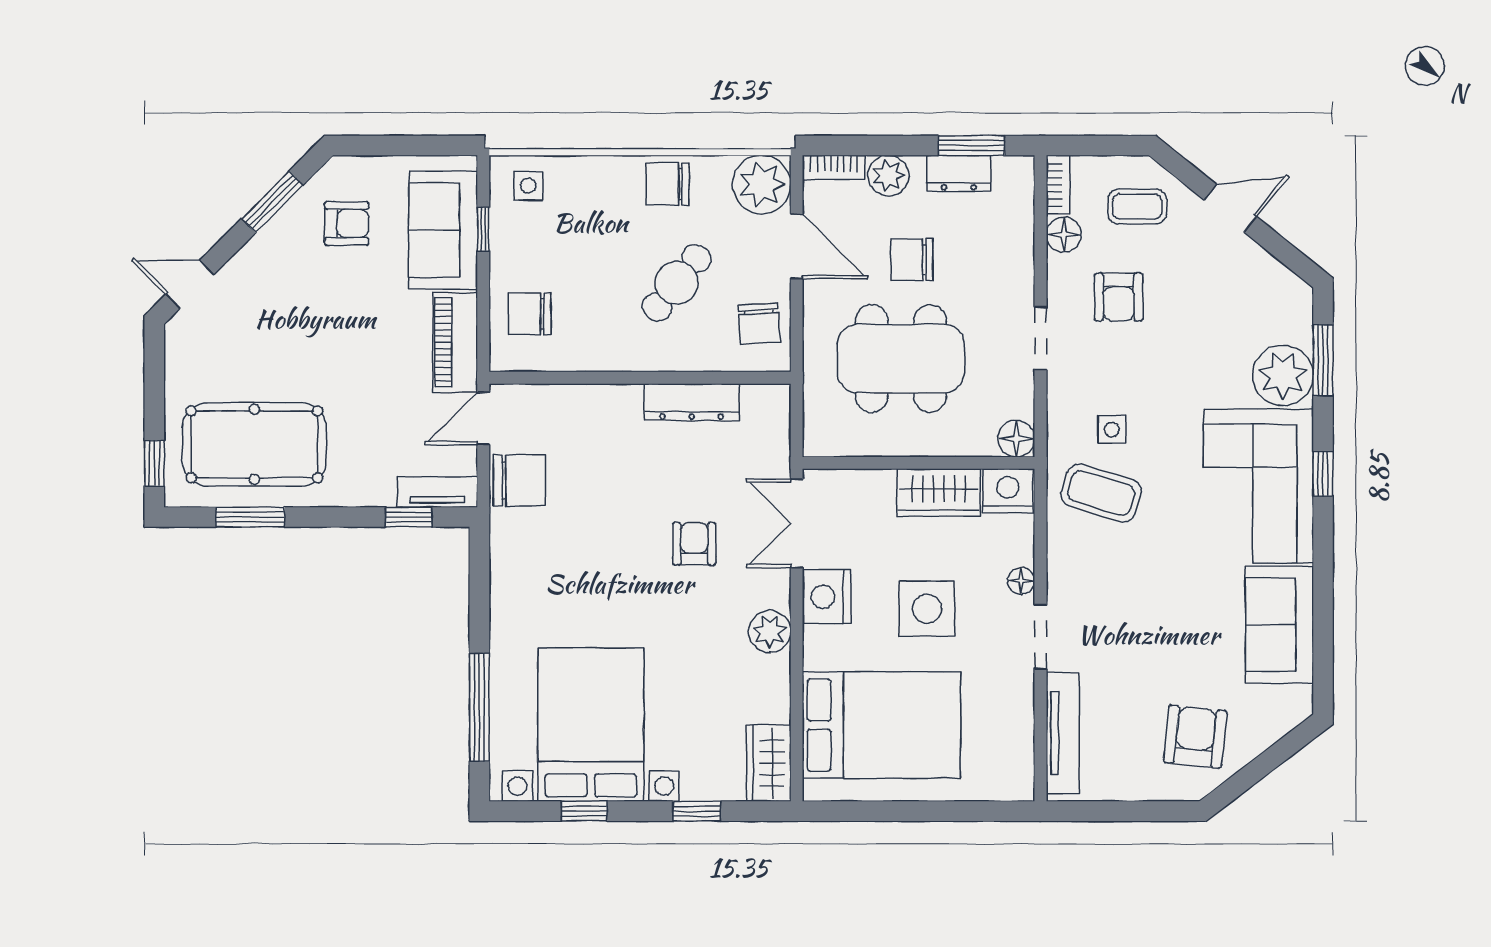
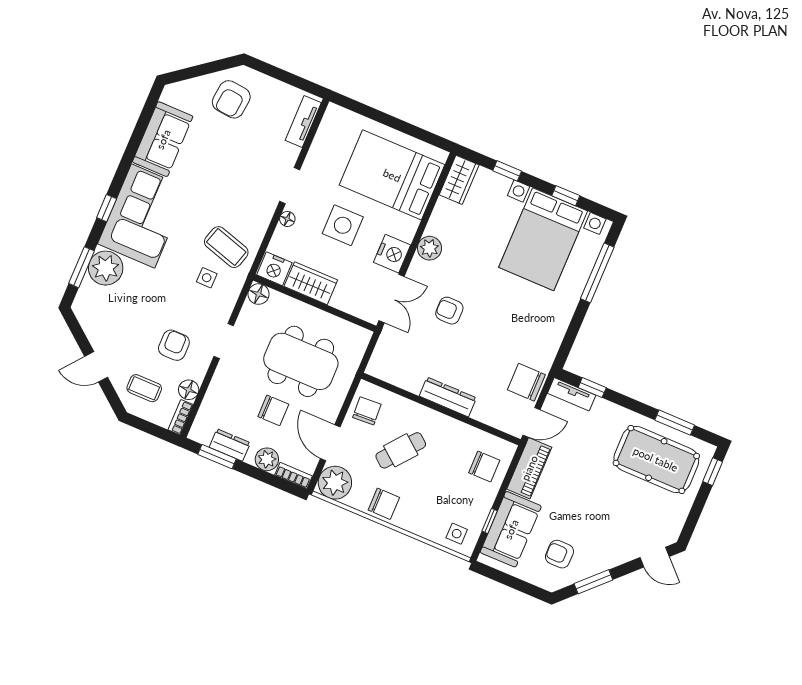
dresser: (692, 402) -> (448, 397), moved
armchair: (694, 544) -> (449, 311), turned 90
tv unit: (1063, 733) -> (303, 122), width x0.71

